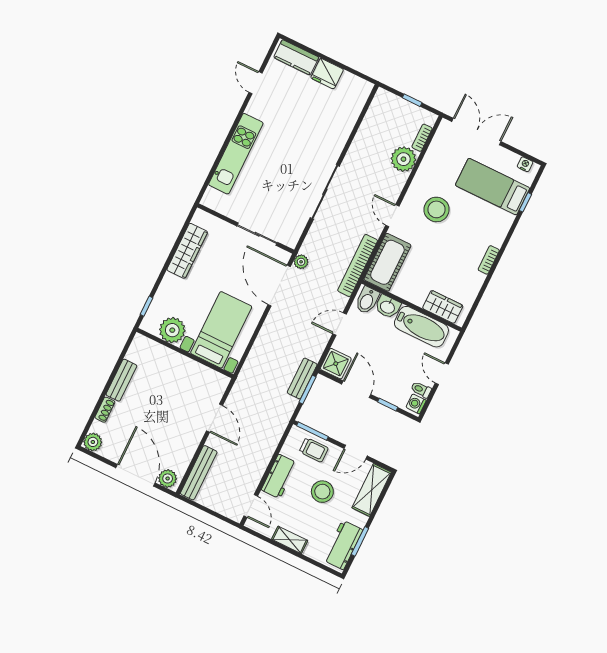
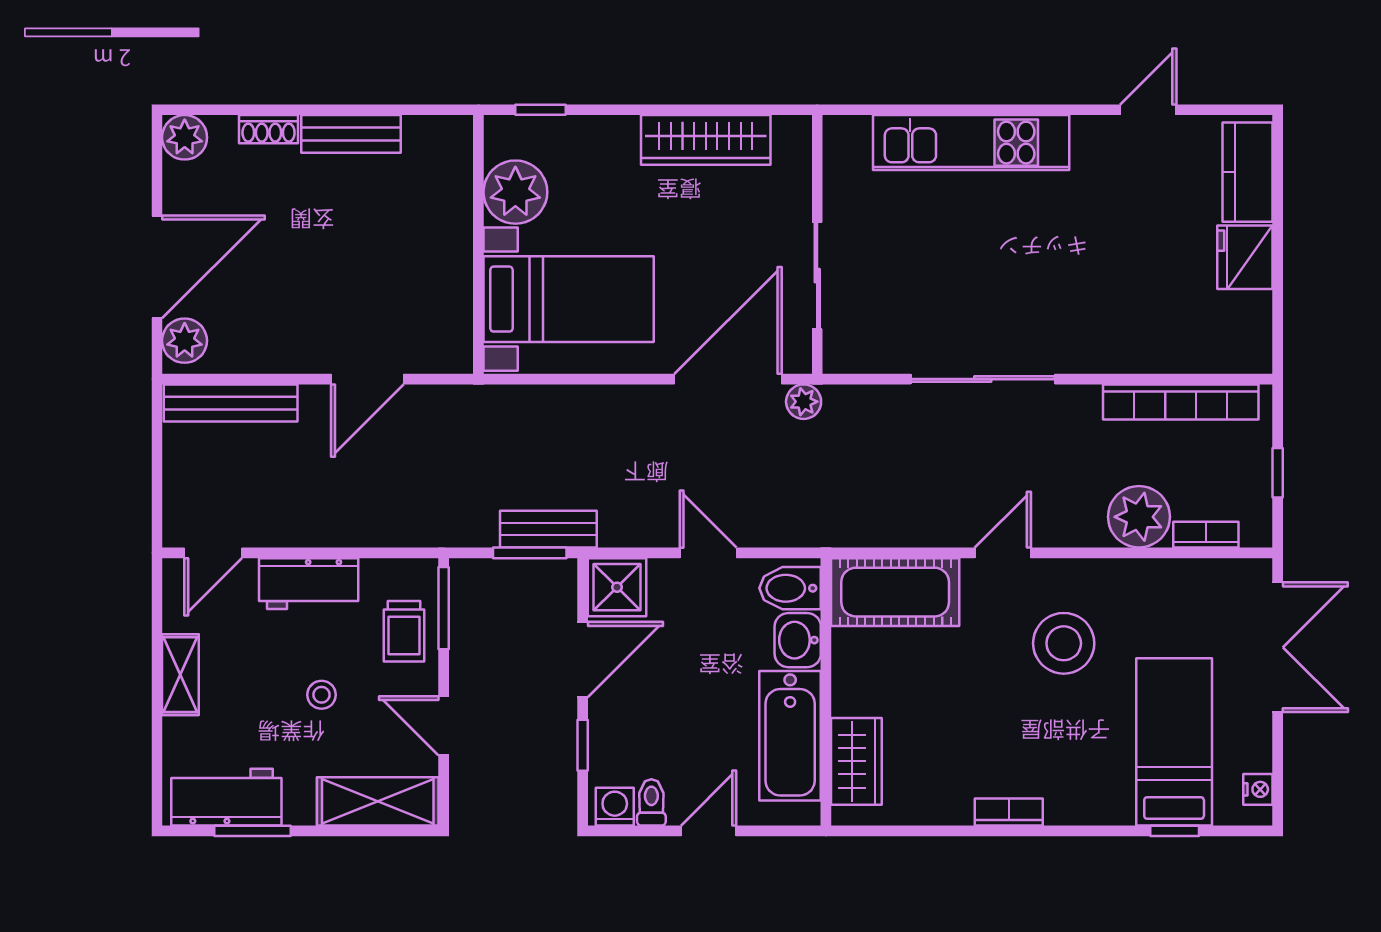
bookcase: (358, 266) -> (1181, 402), moved, turned 180
stool: (322, 492) -> (322, 695), width x0.53, depth x0.53

